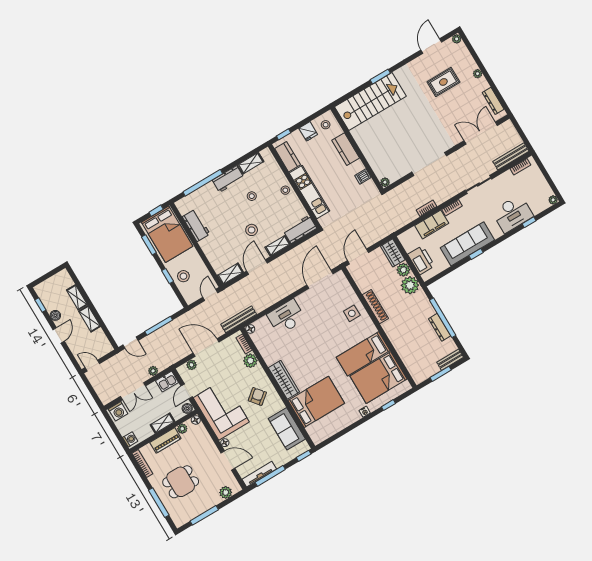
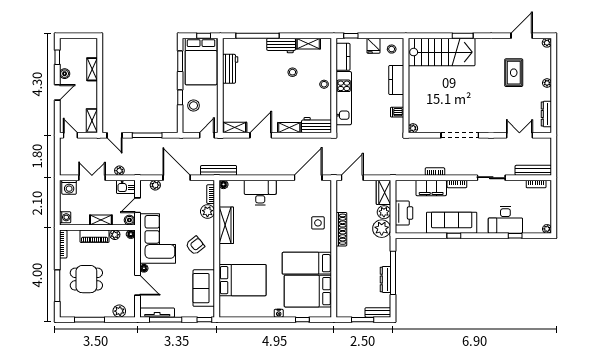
rug: (443, 82) -> (514, 73), turned 90
double door: (481, 133) -> (519, 135), width x0.73
stool: (252, 230) -> (275, 101), removed
shelving: (90, 319) -> (92, 121), moved
wardrobe: (284, 380) -> (226, 225), moved
double door: (133, 391) -> (92, 178), swing flipped

